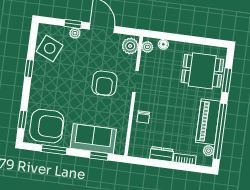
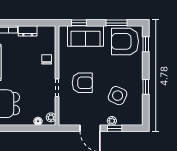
plant: (130, 46) -> (65, 116), removed
side table: (50, 48) -> (118, 96), moved
armchair: (104, 83) -> (82, 83), turned 90

